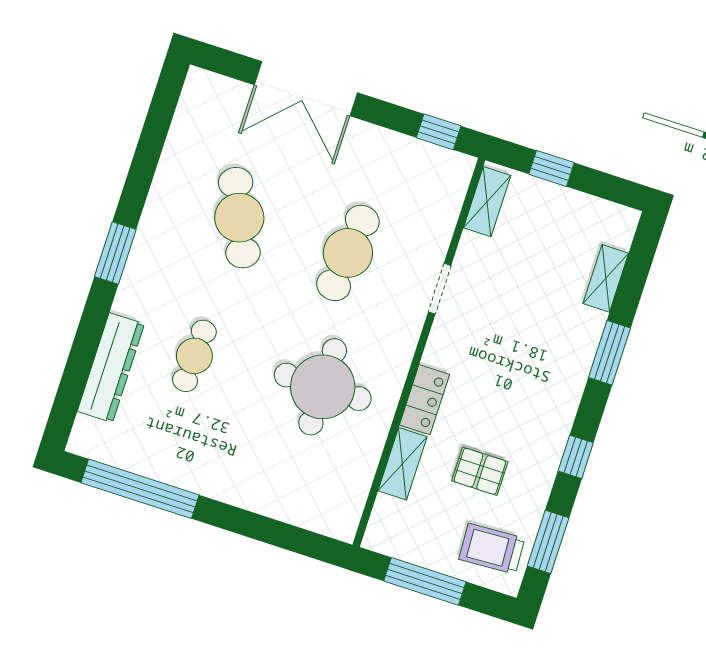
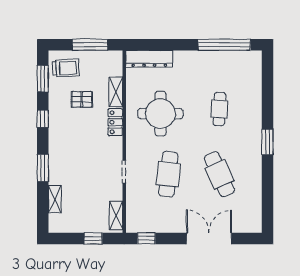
dresser: (111, 368) -> (149, 59), moved, turned -90

